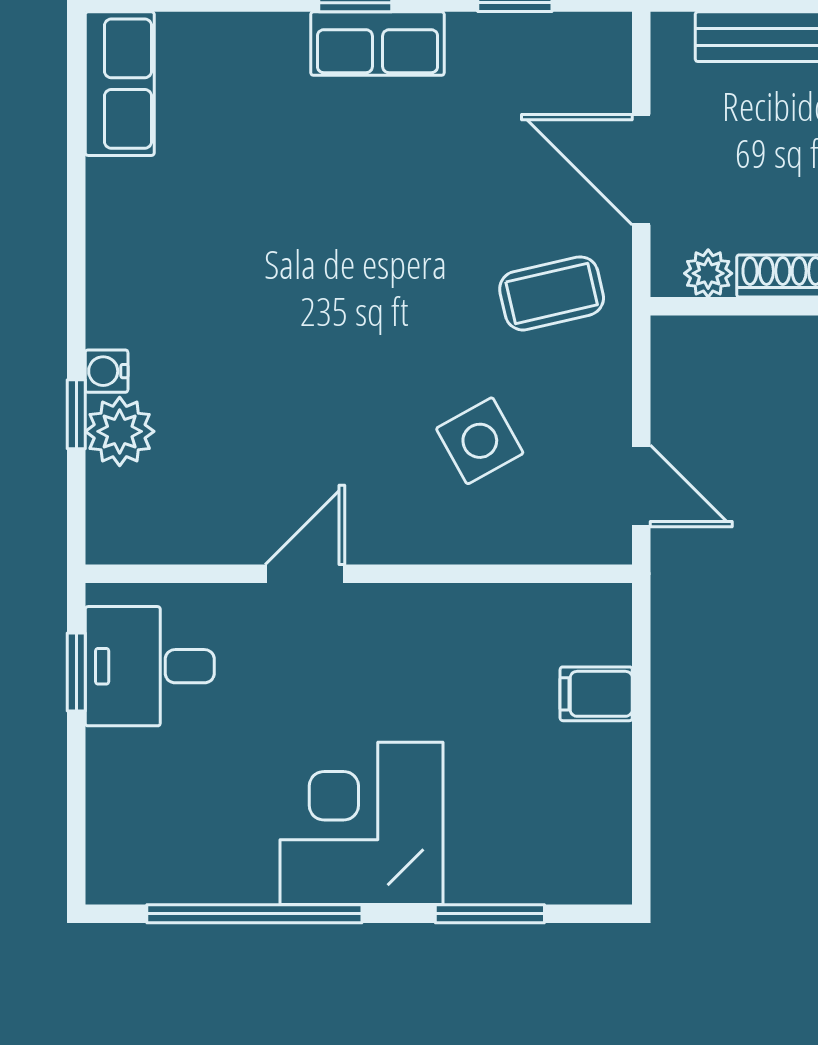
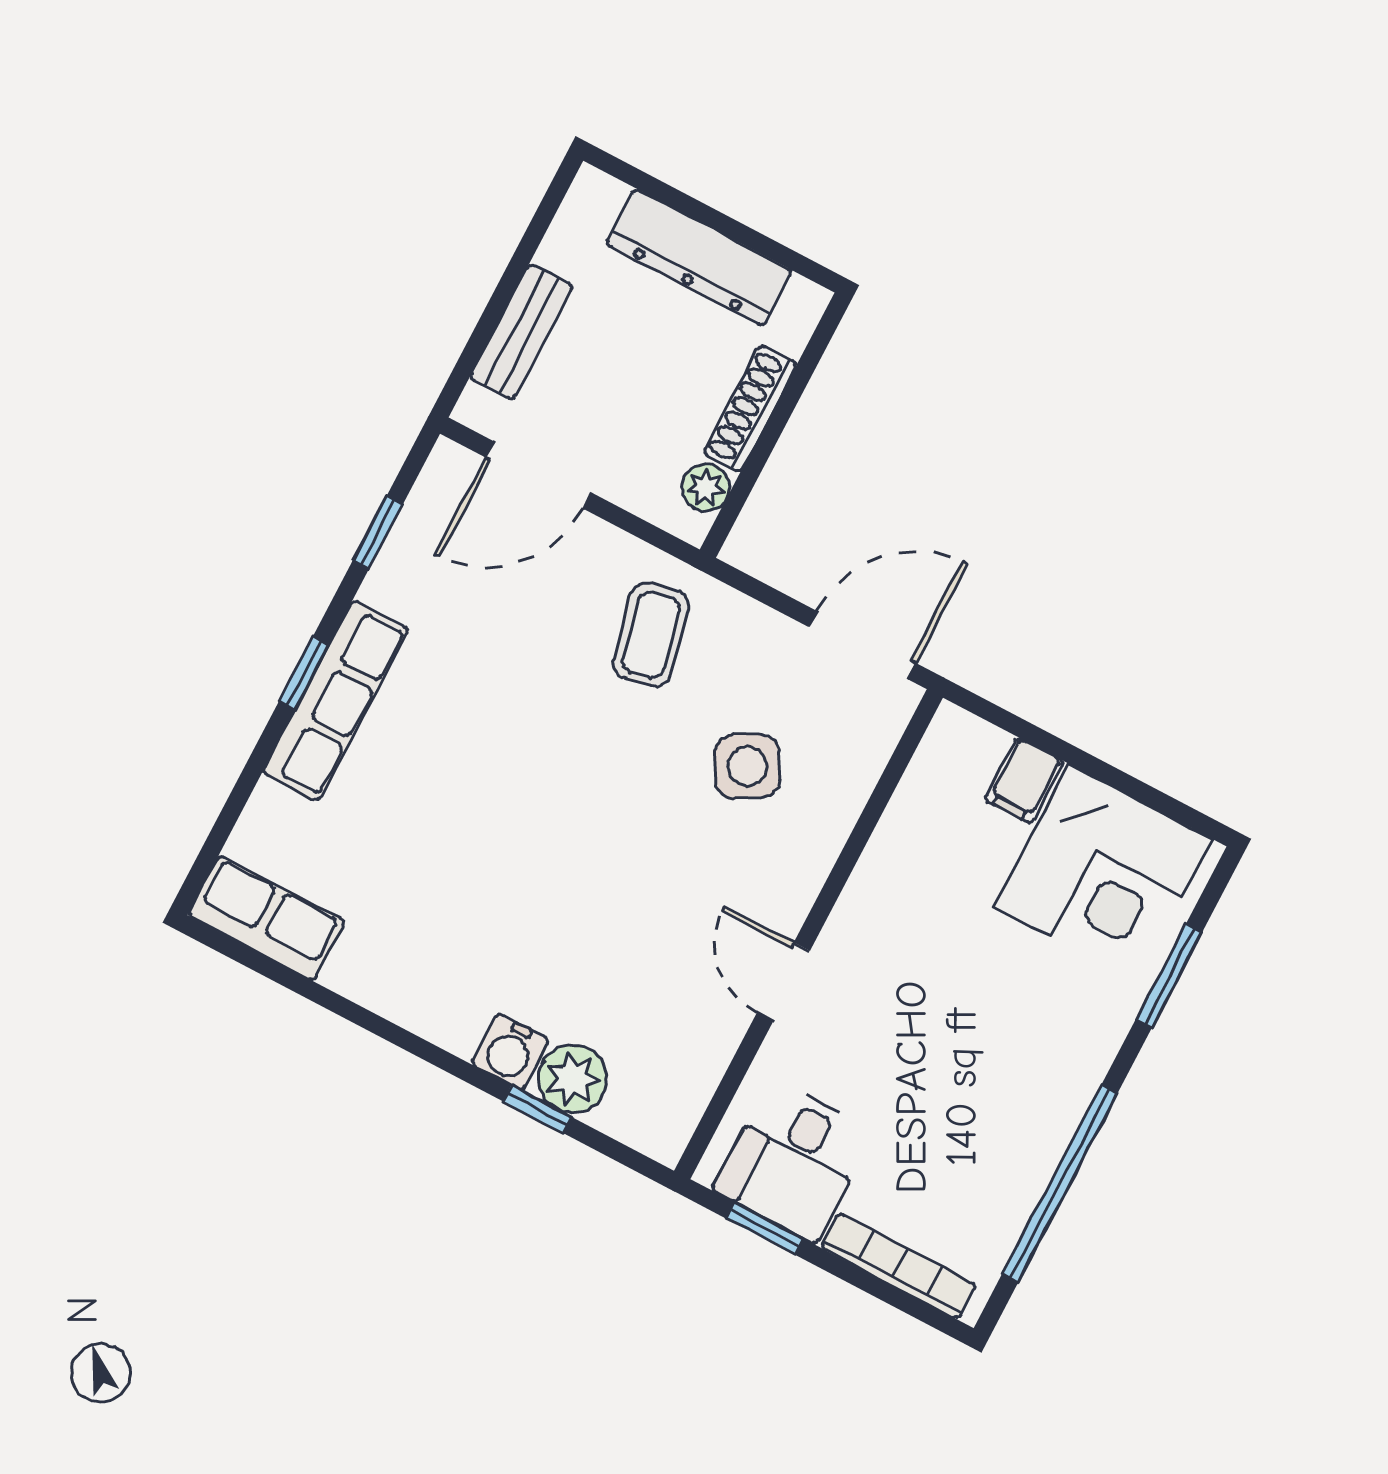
row of seats: (377, 44) -> (336, 701), width x1.48
door: (641, 170) -> (539, 475), moved
water cooler: (107, 371) -> (510, 1052), width x1.38, depth x1.38
door: (641, 486) -> (862, 645), width x1.38
bookcase: (105, 809) -> (899, 1266), added
corner desk: (362, 823) -> (1103, 873), moved, turned -90

